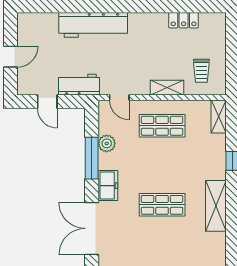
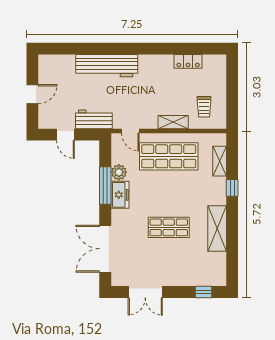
shelving: (219, 117) -> (220, 161), moved
shop shelf: (162, 126) -> (169, 156), width x1.43, depth x1.36
freezer: (108, 186) -> (120, 195), moved

